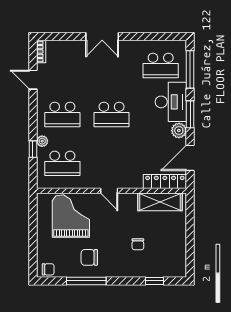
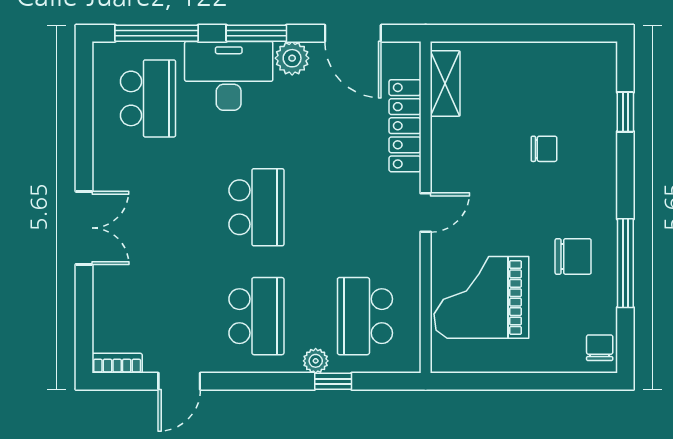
school desk: (62, 163) -> (365, 316), turned 180
locker: (165, 181) -> (405, 126), moved
shelving: (160, 202) -> (445, 83), width x0.67, depth x0.75
chair: (89, 257) -> (573, 256), turned -90

